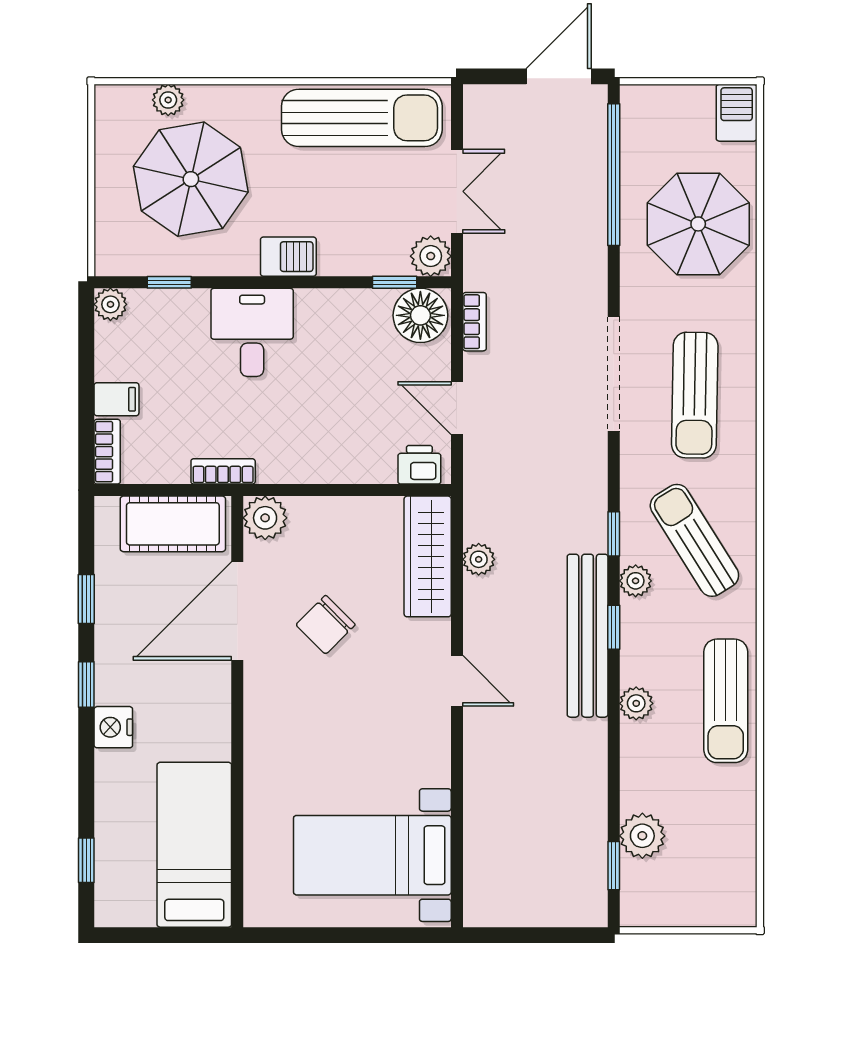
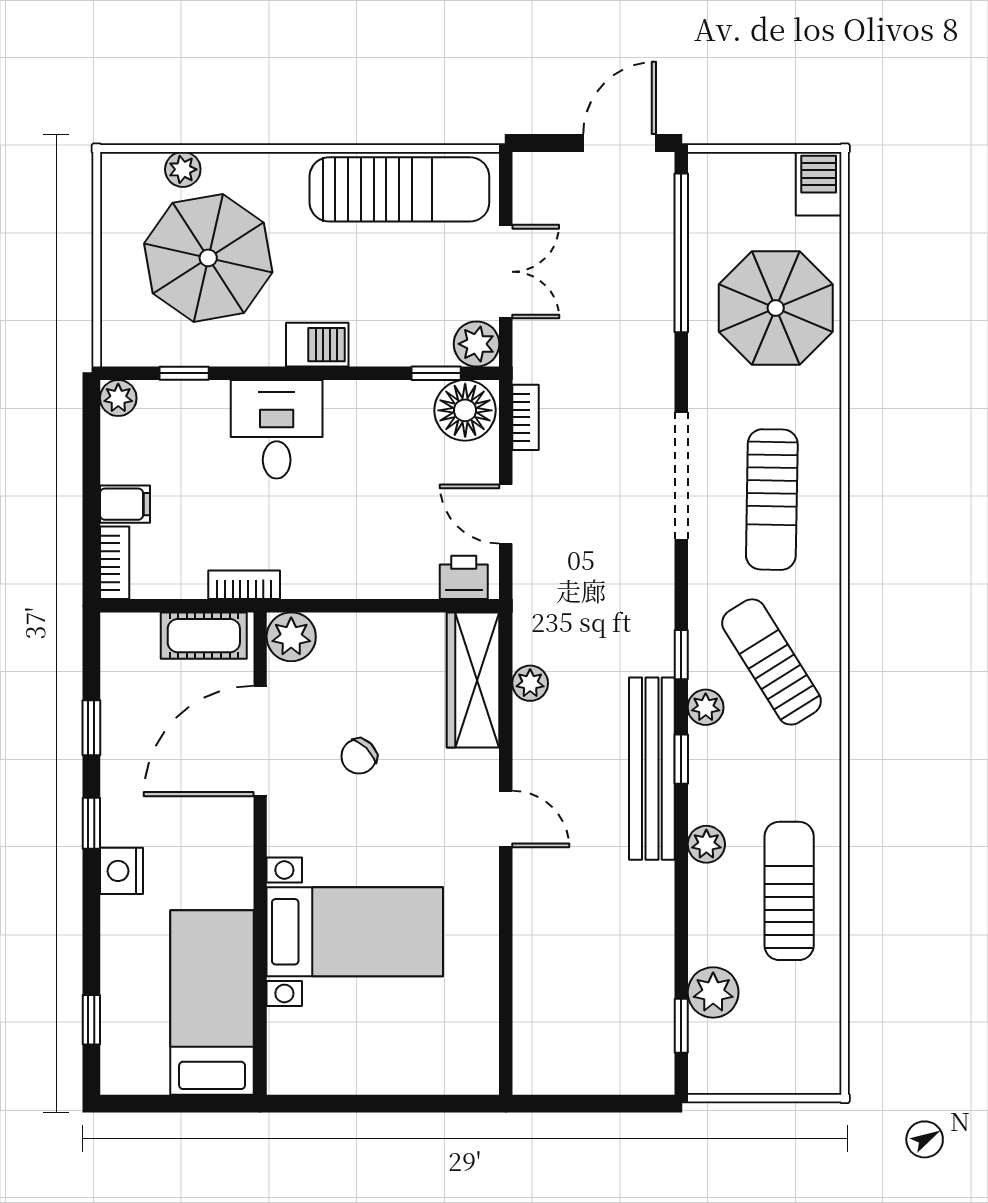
cot: (173, 524) -> (204, 636), width x0.73, depth x0.75
chair: (326, 625) -> (359, 756), width x0.73, depth x0.73
sun lounger: (726, 701) -> (789, 891), moved, turned 180
bed with nightstands: (372, 855) -> (355, 932), moved, turned 180

